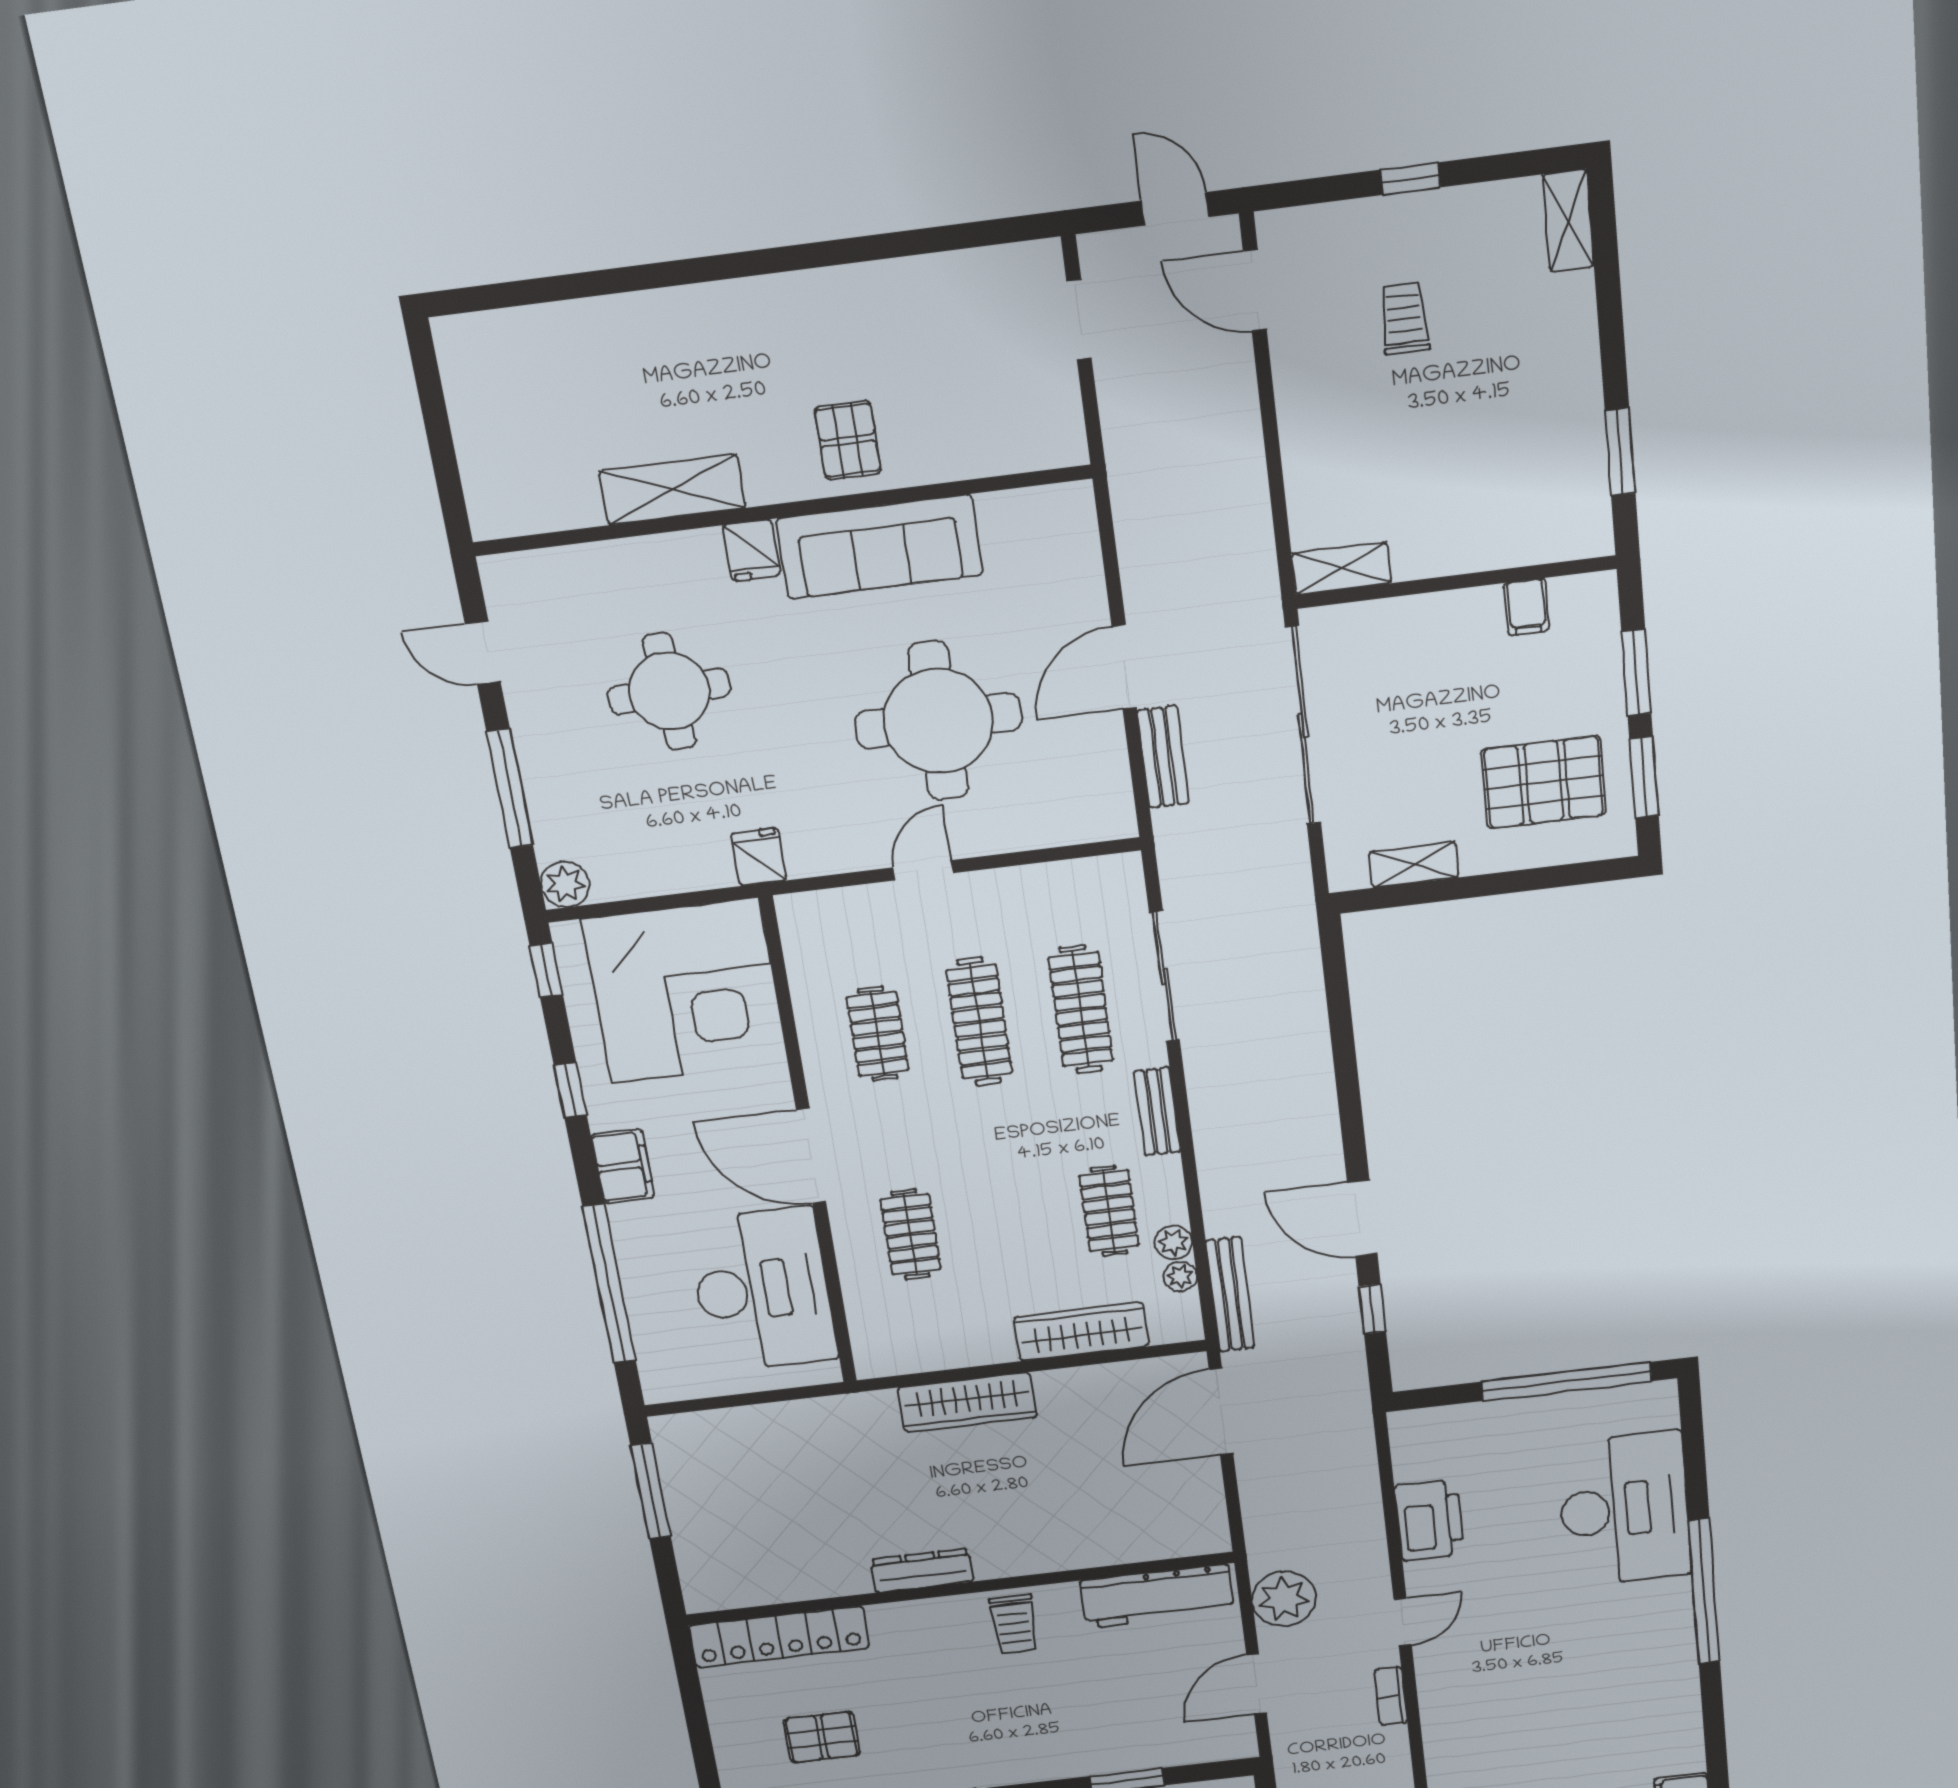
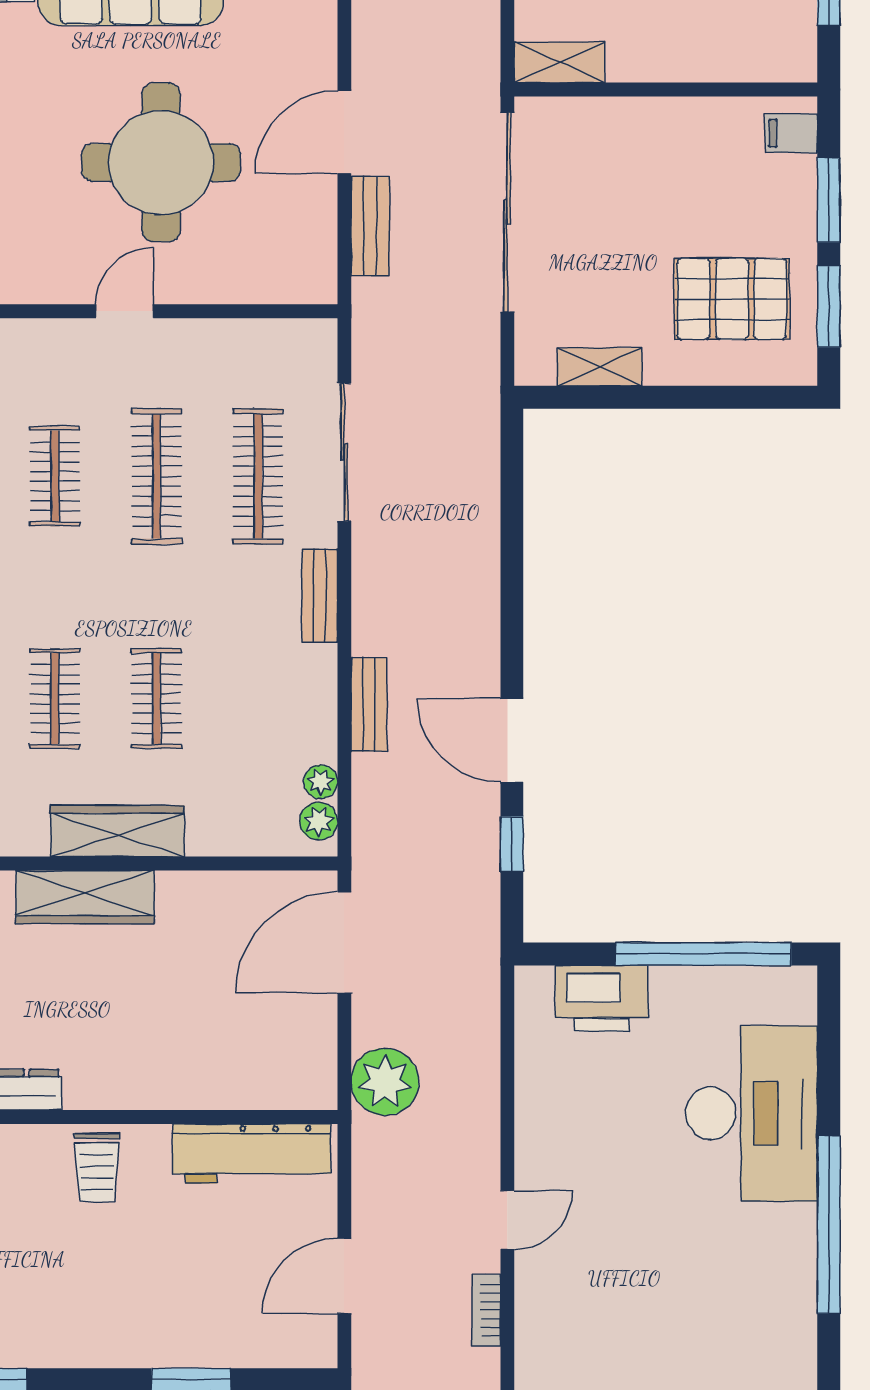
filing cabinet: (1527, 607) -> (791, 133), moved, turned 90
clothes rail: (1109, 1211) -> (156, 699), moved
plant: (1174, 1242) -> (319, 821), moved
bench: (1230, 1294) -> (369, 705), moved, width x0.73
wardrobe: (1081, 1332) -> (117, 831), moved
printer: (1430, 1520) -> (602, 998), moved, turned 90
plant: (1284, 1599) -> (385, 1082), moved

